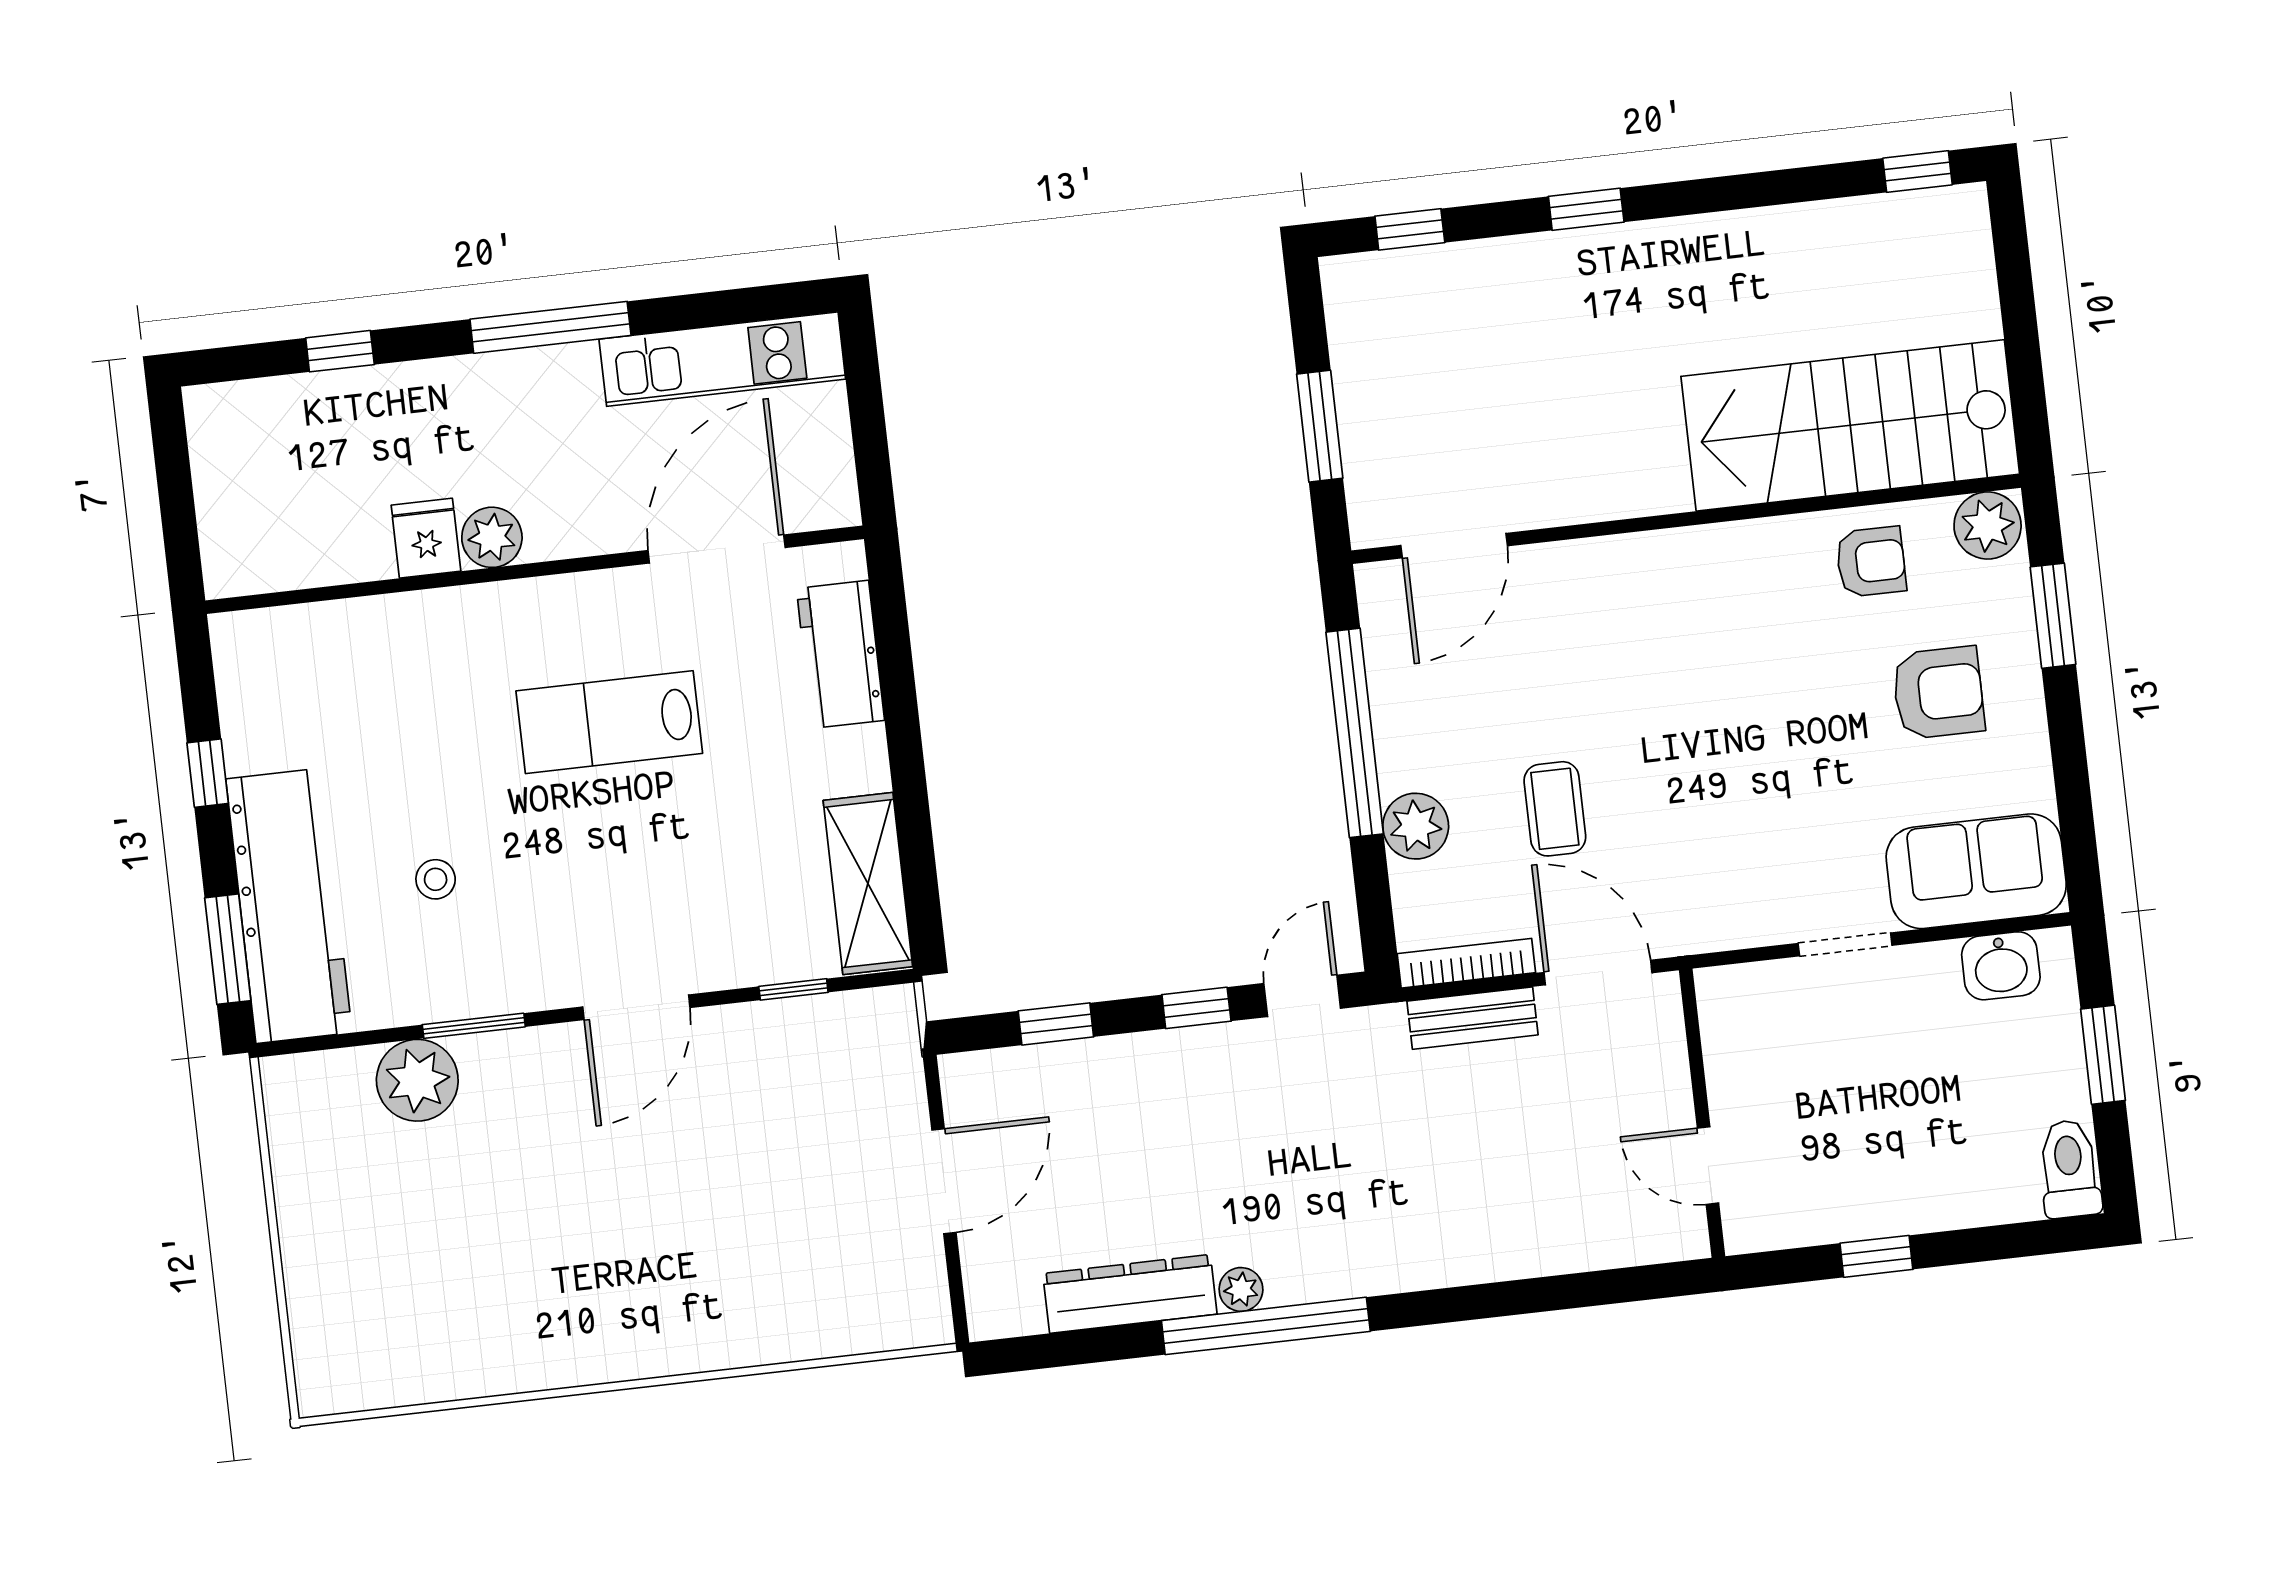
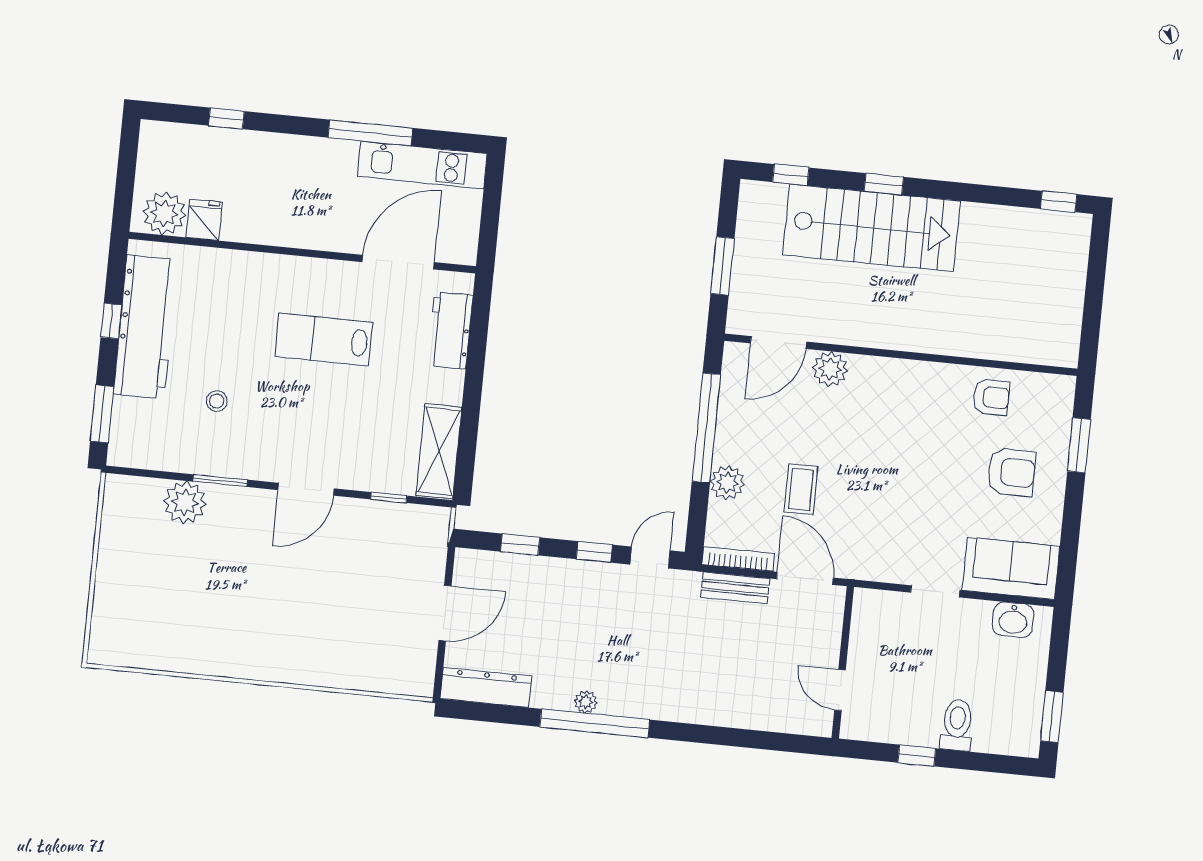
window: (550, 327) -> (370, 133), moved
stairs: (1850, 425) -> (872, 228), moved, turned 180
plant: (1988, 526) -> (830, 369), moved
plant: (492, 537) -> (164, 213), moved, width x1.36, depth x1.36
fridge: (426, 538) -> (204, 220), moved
workbench: (289, 906) -> (145, 327), moved
window: (2103, 1055) -> (1052, 717), moved
toilet: (2069, 1169) -> (957, 725), moved
dresser: (1130, 1294) -> (486, 687), moved

